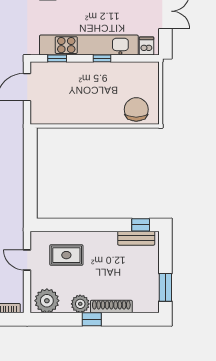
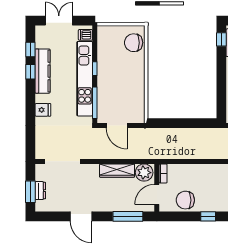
window: (57, 58) -> (95, 103), width x2.17

